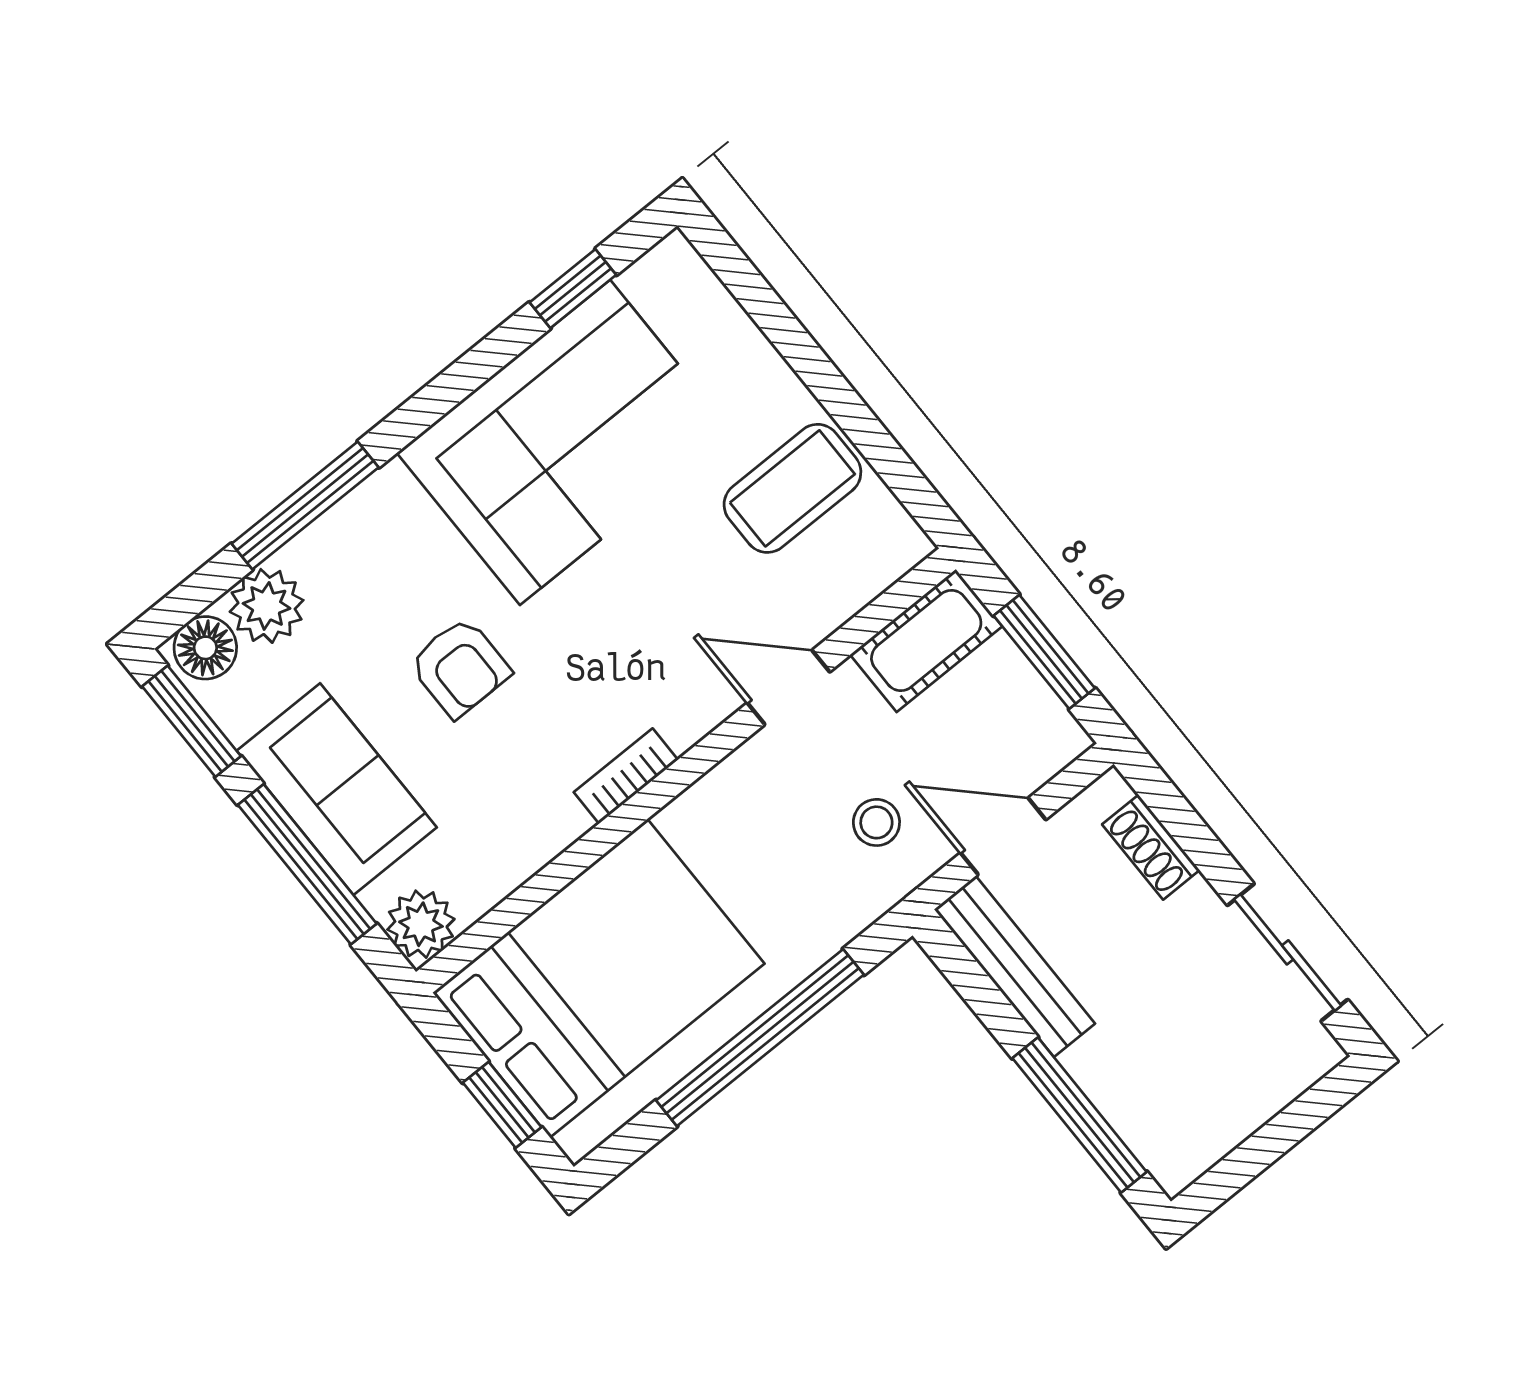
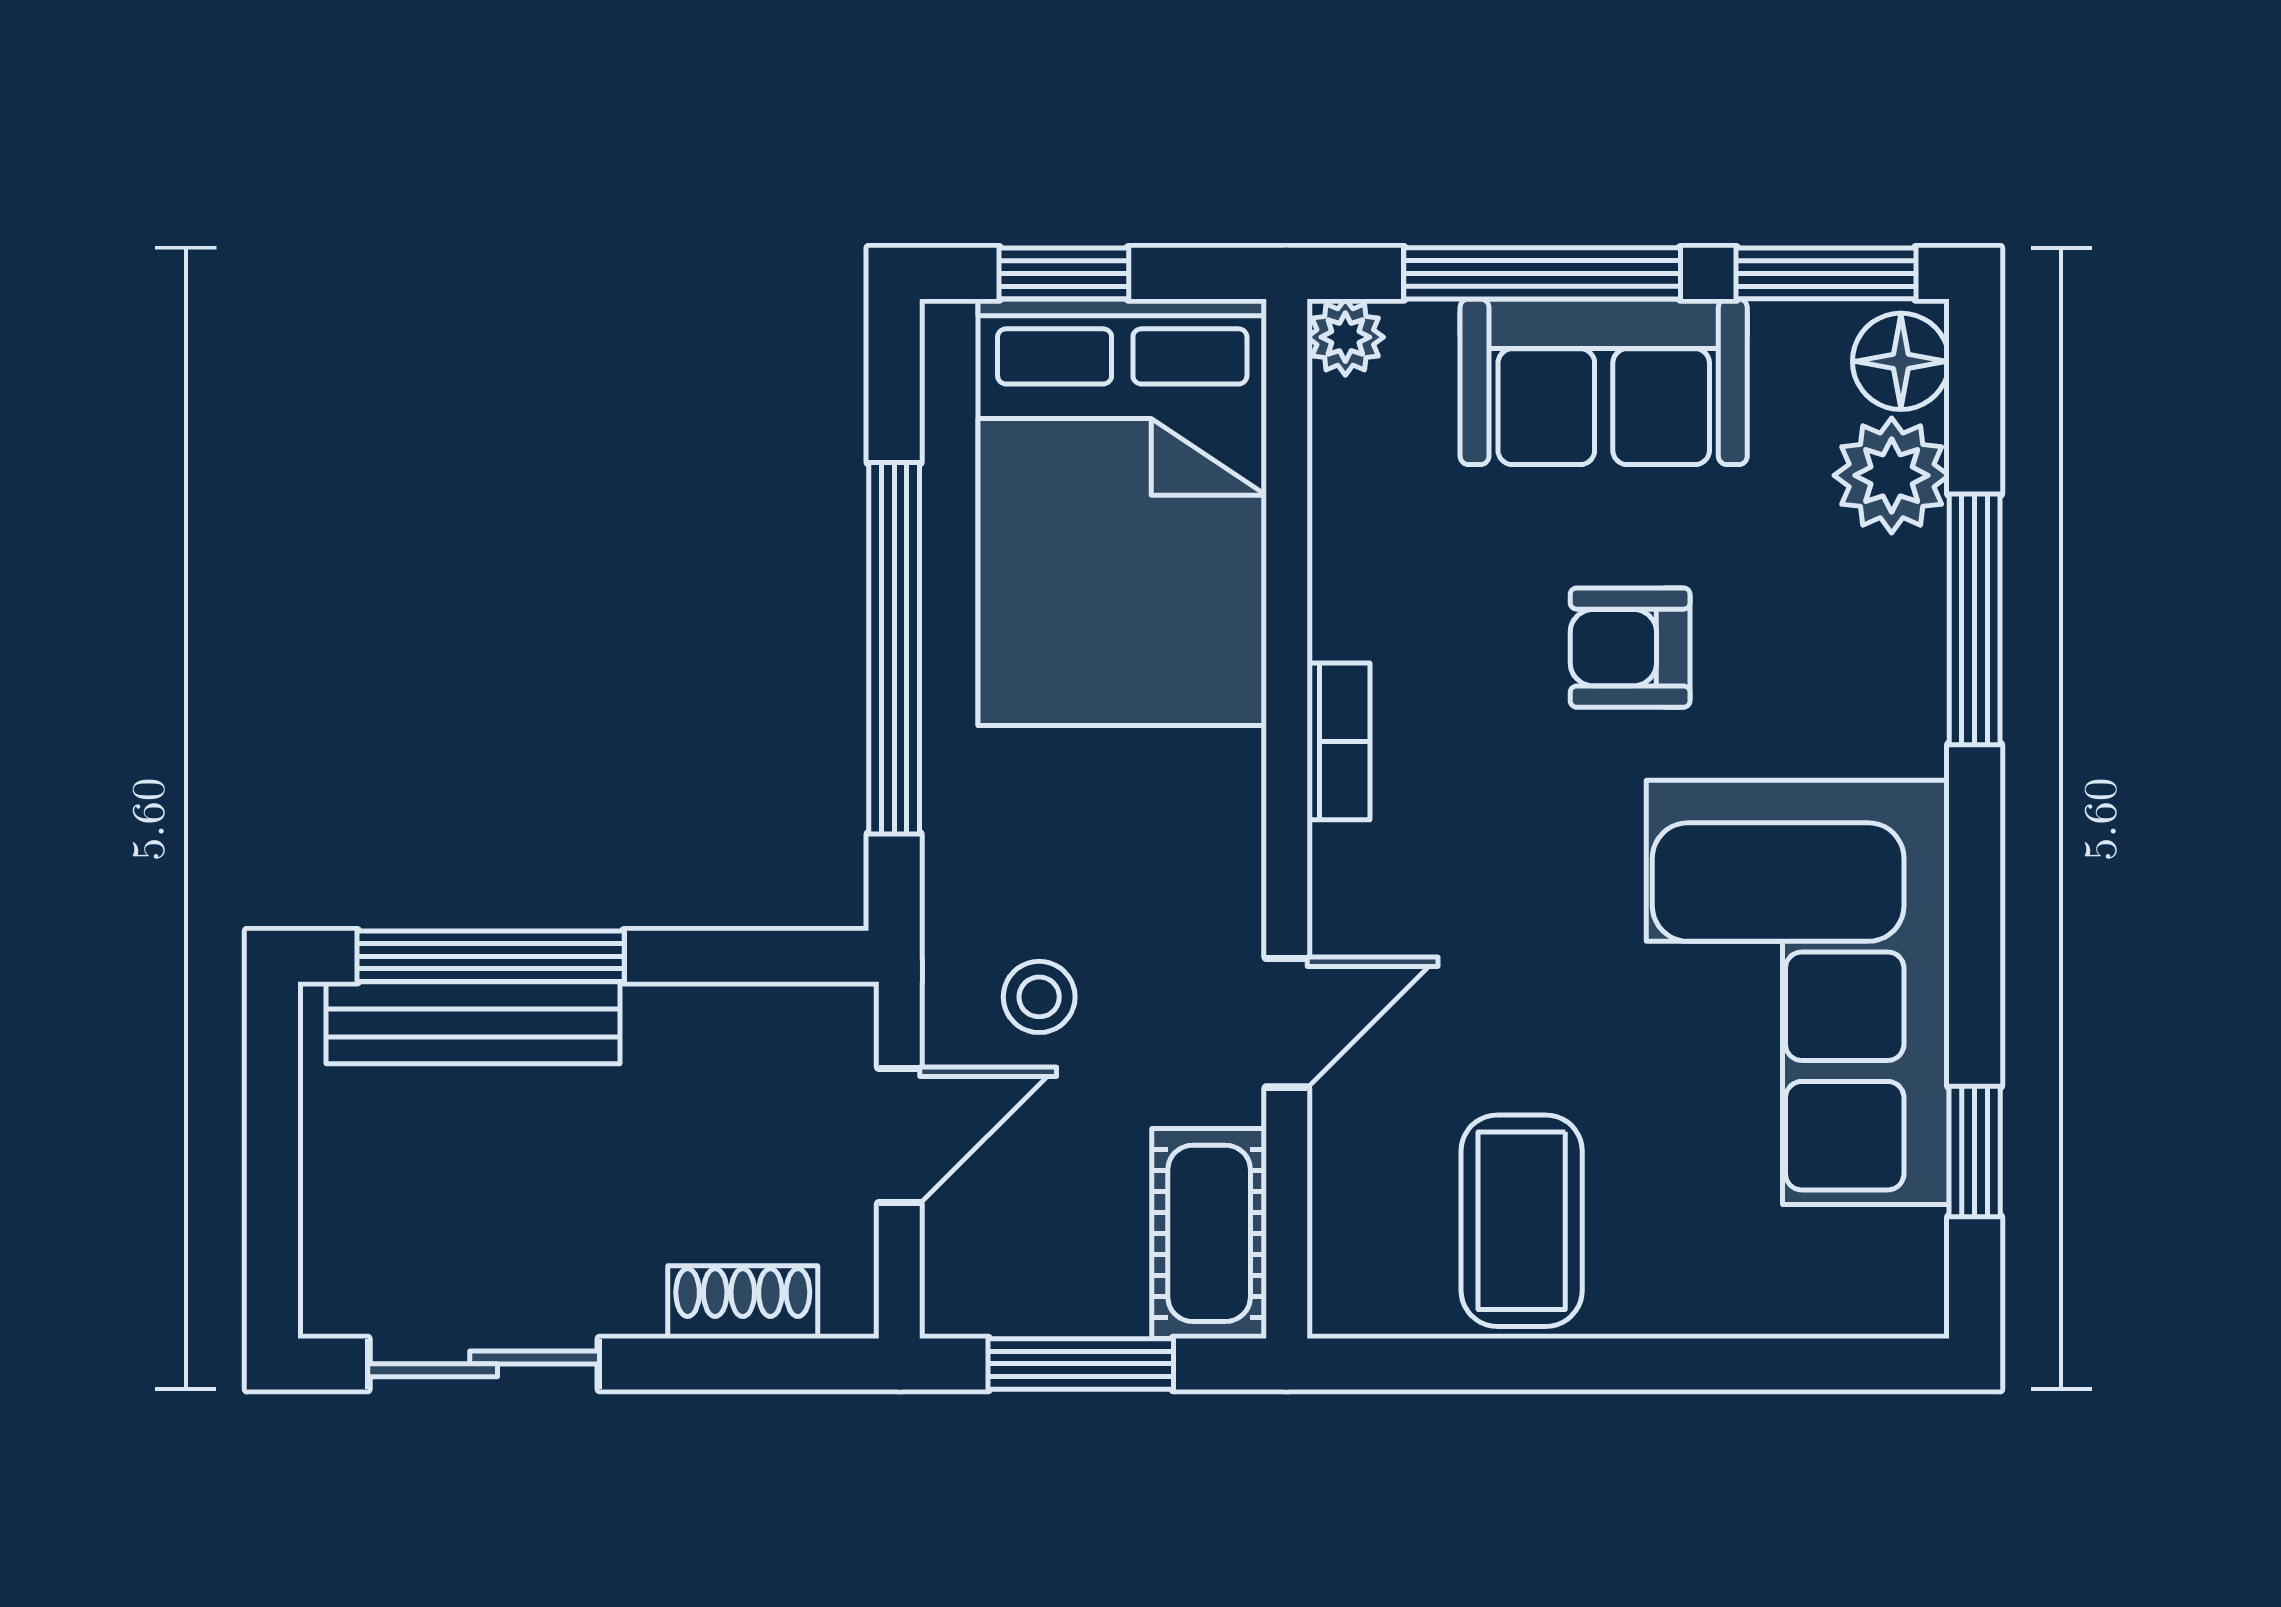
plant: (421, 924) -> (1345, 337), width x0.73, depth x0.73
bench: (1015, 966) -> (473, 1023), moved

